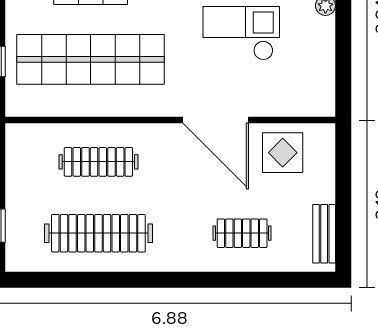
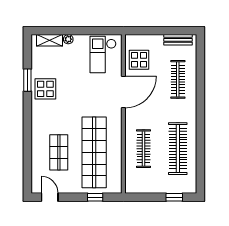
checkout: (241, 33) -> (103, 54), moved
clothes rail: (242, 233) -> (178, 79), width x1.36

